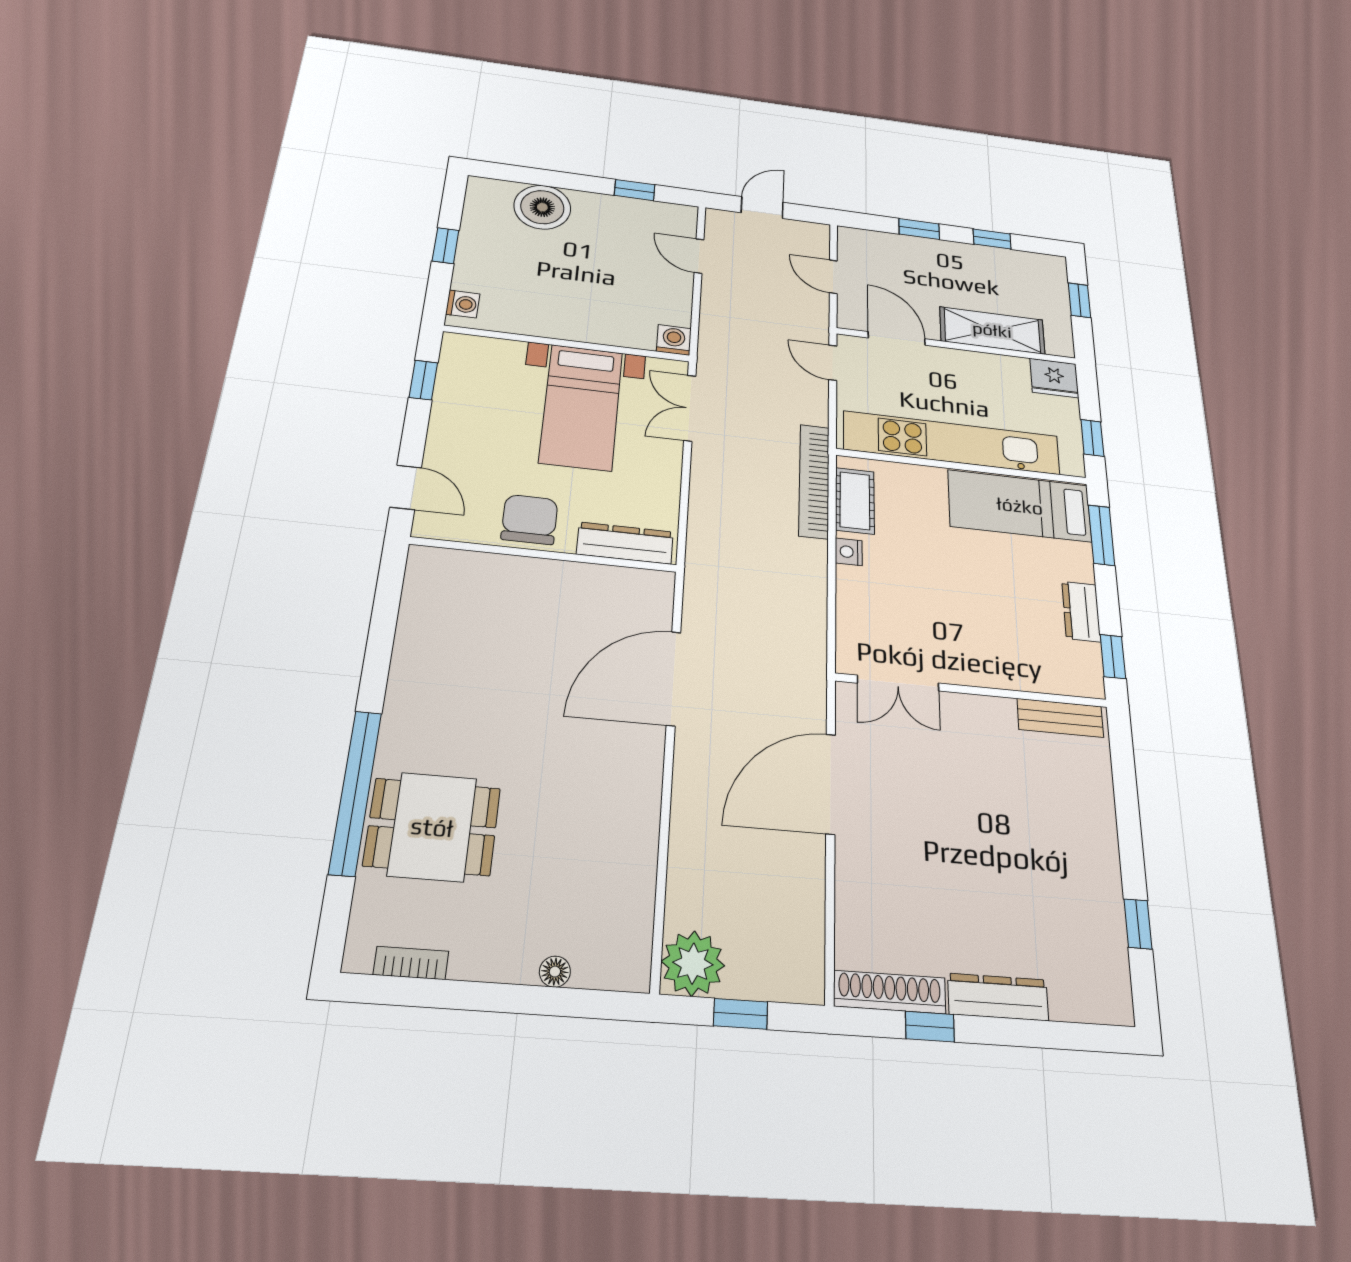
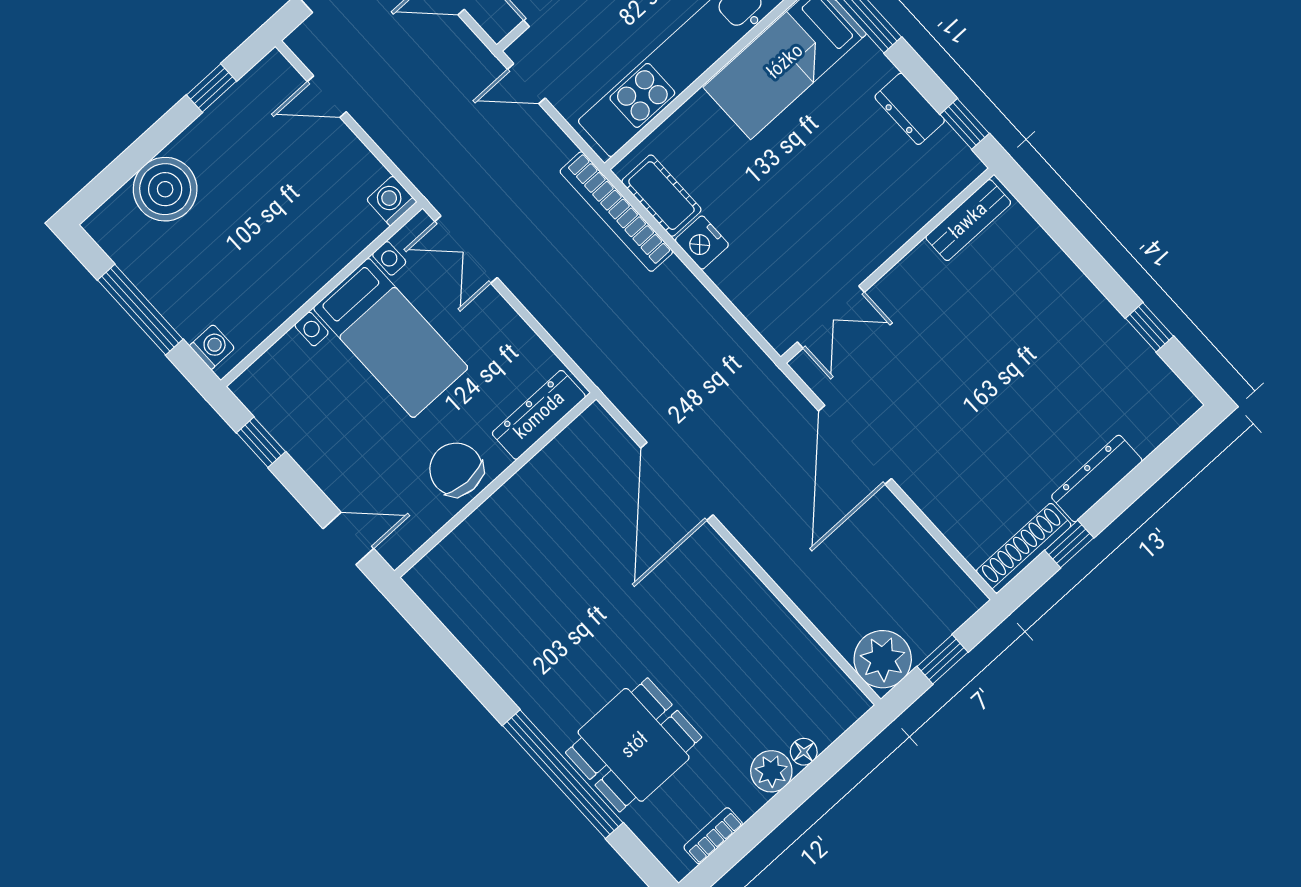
window: (446, 246) -> (140, 310), width x2.17
nightstand: (849, 552) -> (702, 243), width x1.39, depth x1.35
plant: (513, 960) -> (771, 771), added

